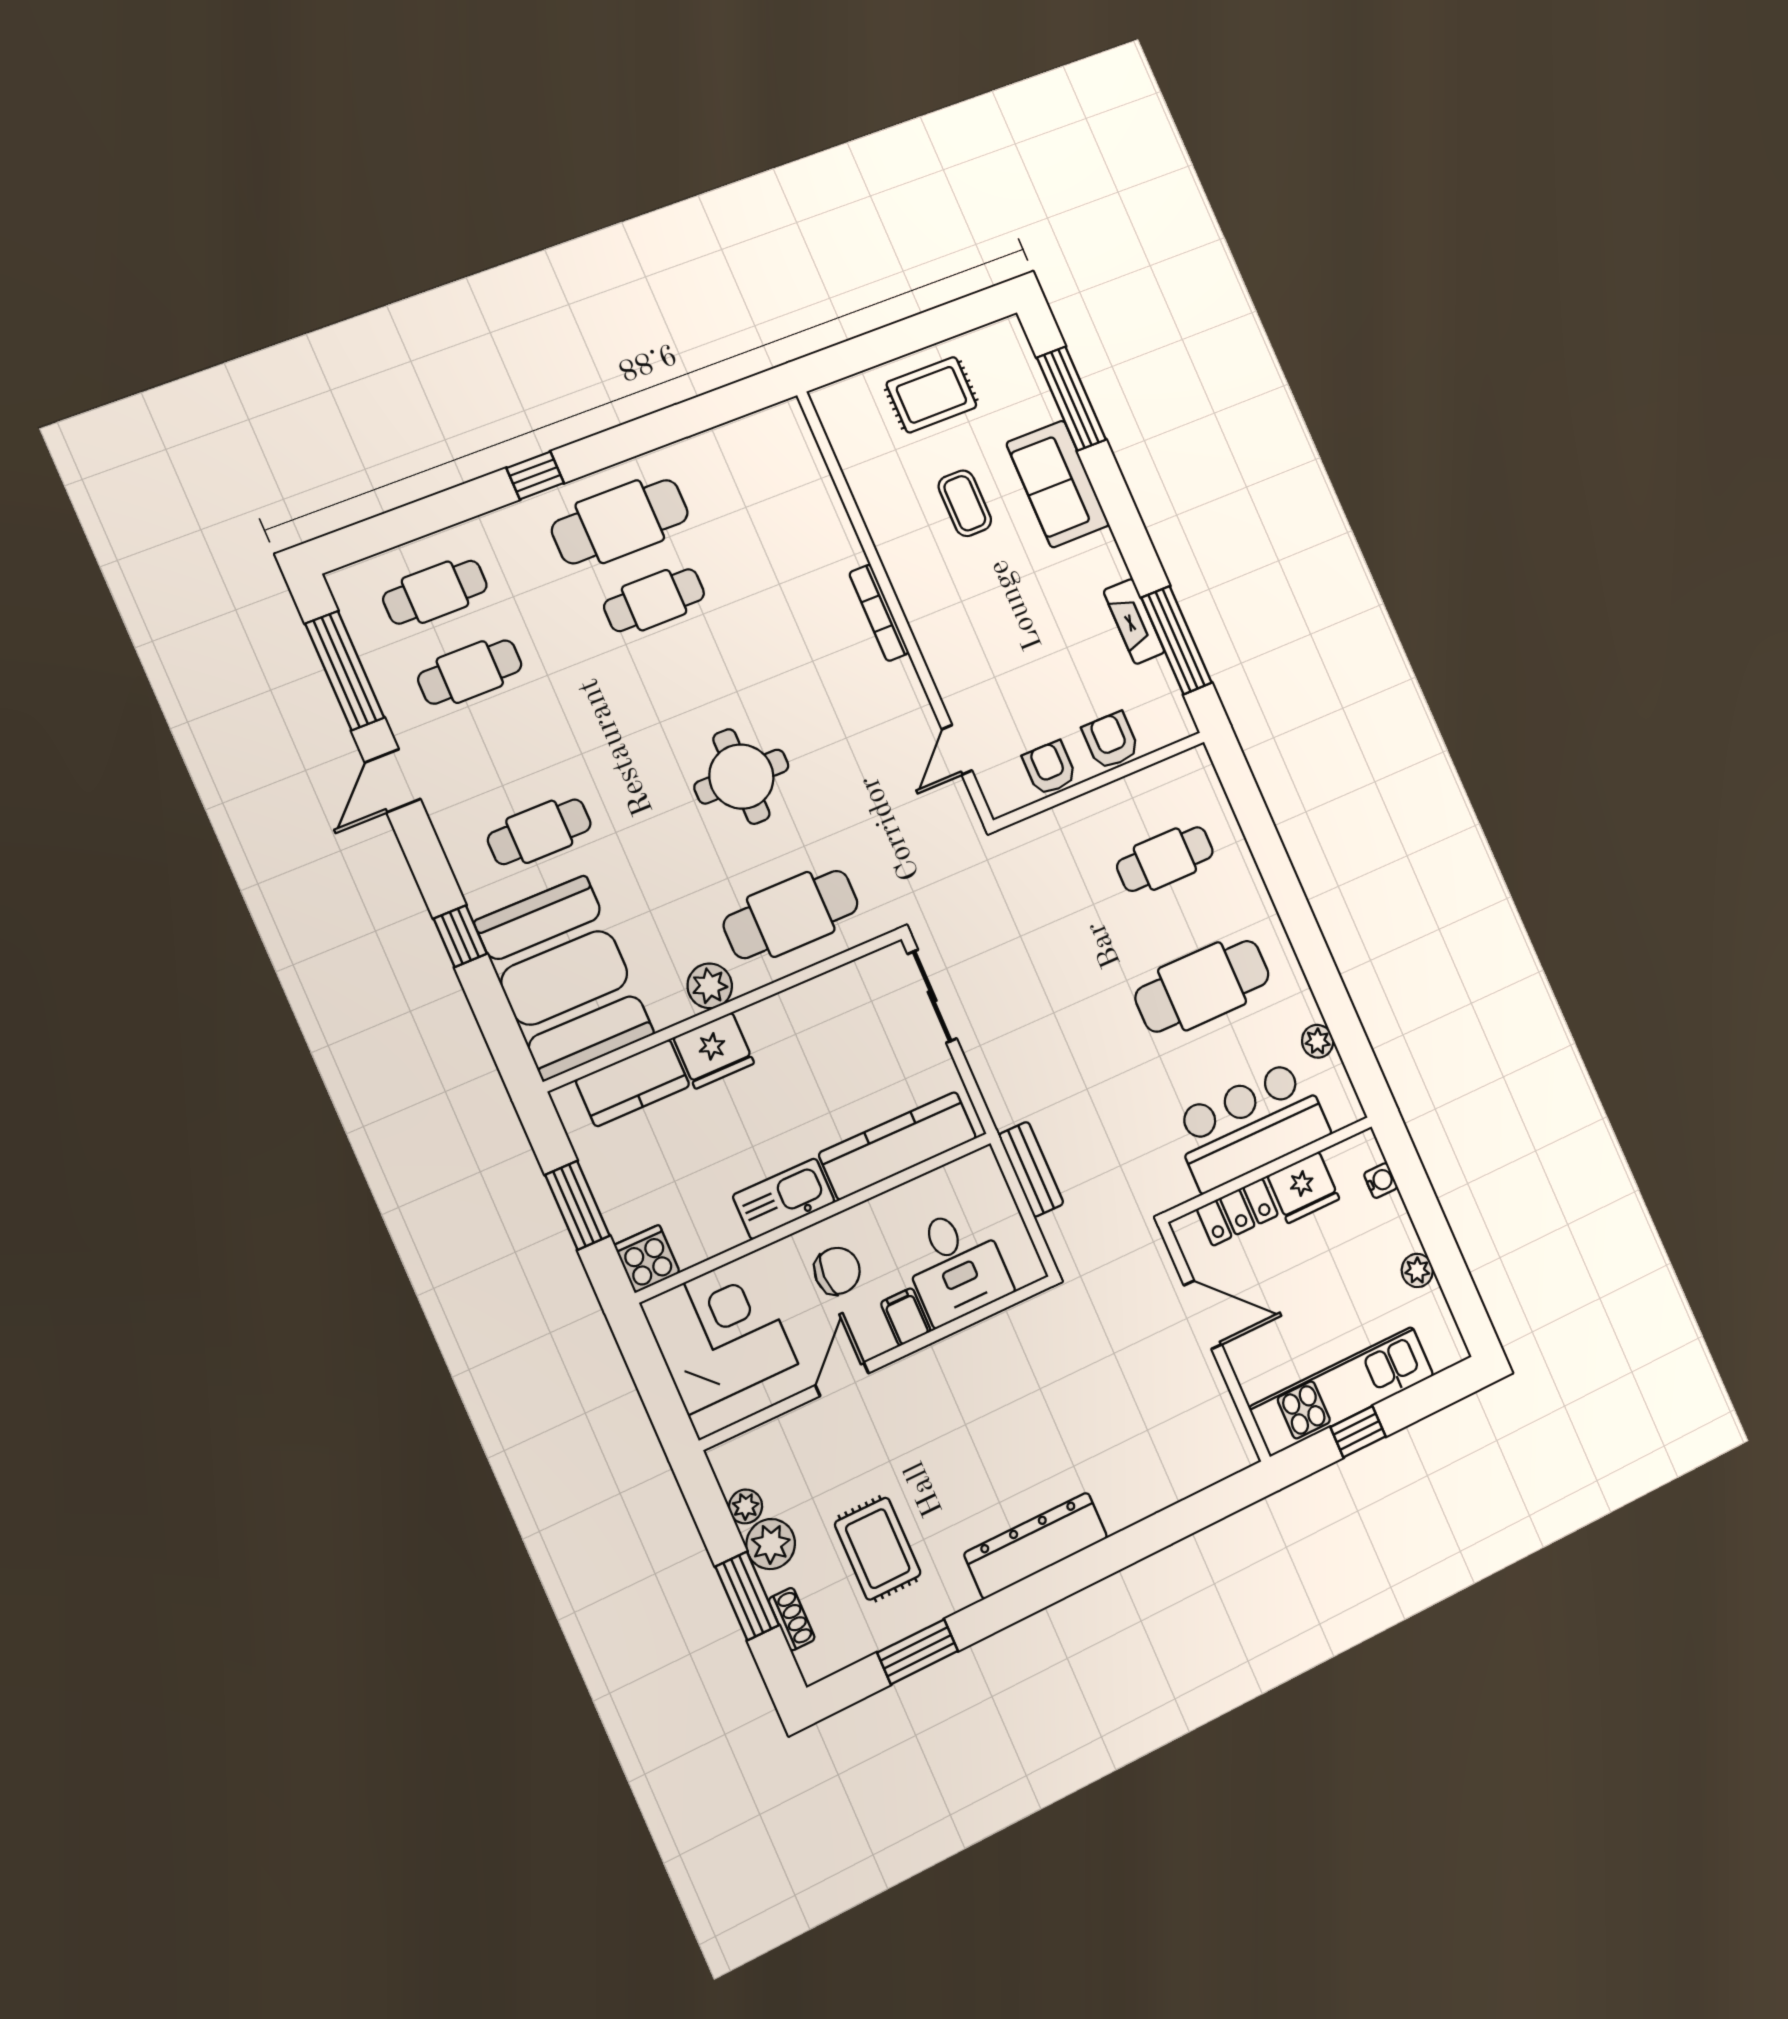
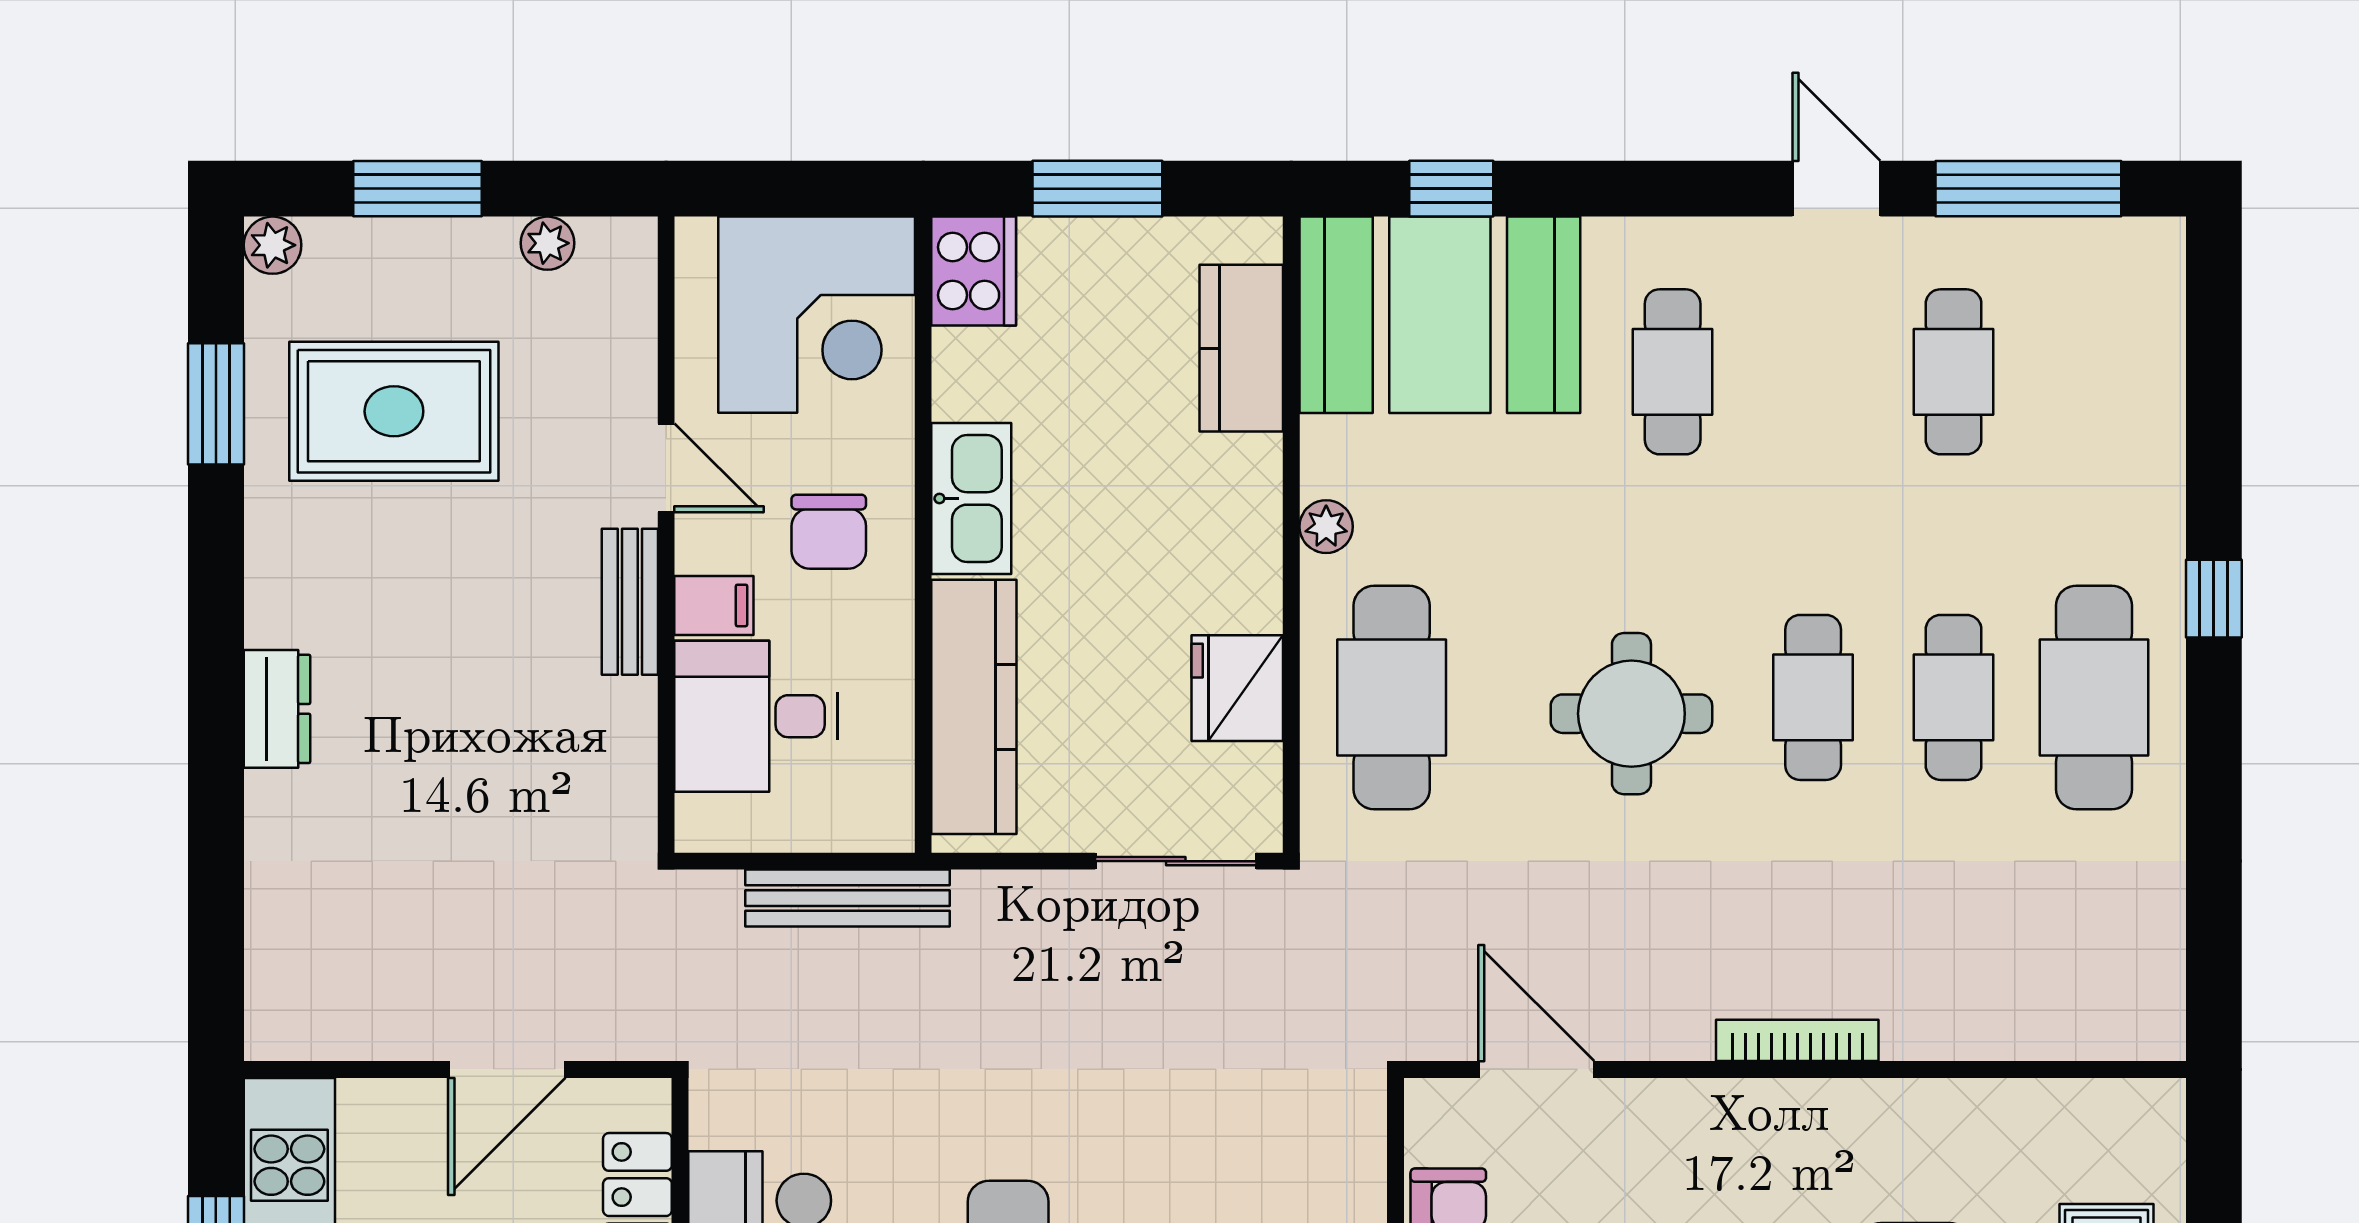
cafe table: (435, 592) -> (1813, 697), moved
door: (957, 750) -> (1536, 1069), width x1.38
window: (460, 936) -> (1451, 189), moved
plant: (710, 986) -> (1326, 527), width x0.73, depth x0.73
fridge: (714, 1050) -> (1237, 688), moved
bench: (1031, 1169) -> (847, 898), width x1.36
cooker: (647, 1259) -> (974, 271), width x1.36
bench: (924, 1365) -> (630, 602), added
plant: (771, 1544) -> (273, 245), moved, width x0.73, depth x0.73
dresser: (1036, 1545) -> (277, 709), width x0.51, depth x0.80
rug: (878, 1549) -> (394, 411), width x1.36, depth x1.43
shoe rack: (792, 1619) -> (353, 239), removed

